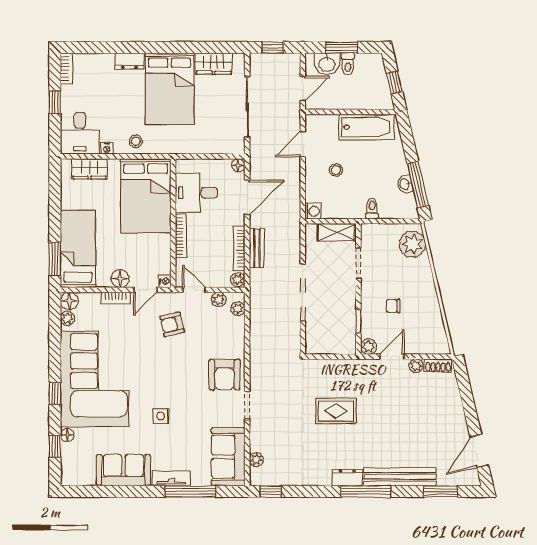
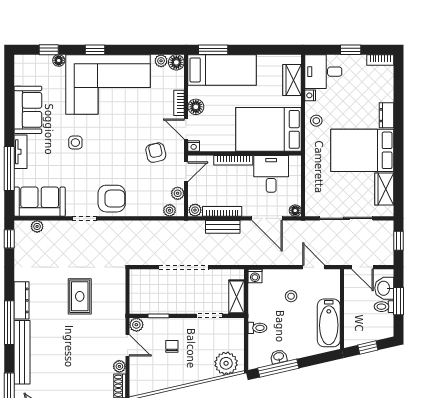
armchair: (225, 375) -> (112, 199), turned 180
dresser: (347, 478) -> (21, 300), width x1.44

